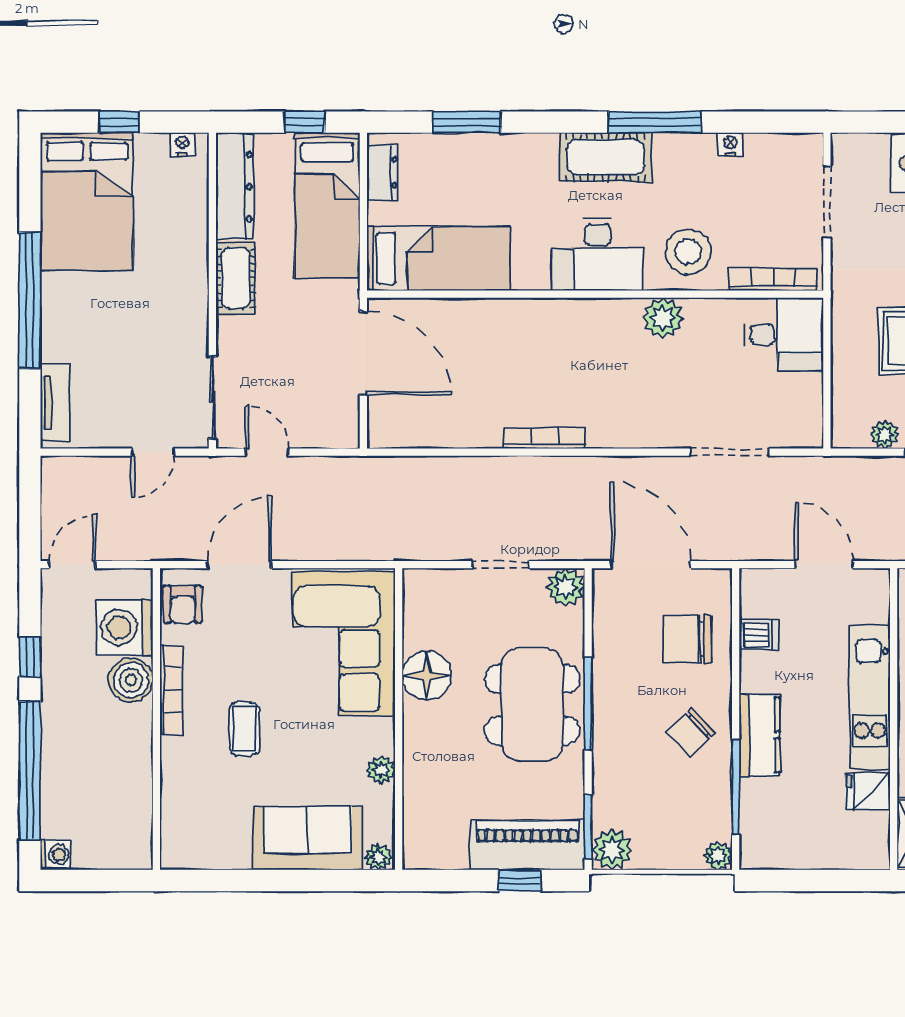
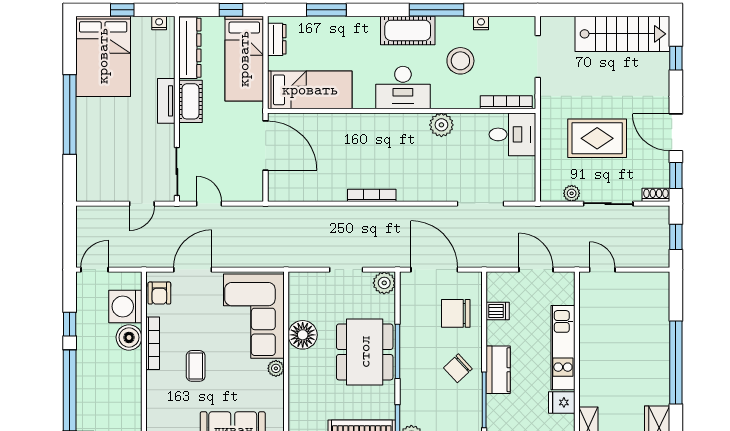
stool: (688, 252) -> (460, 61), moved
tv unit: (55, 403) -> (166, 101), moved, turned 180
plant: (381, 770) -> (276, 368), moved

